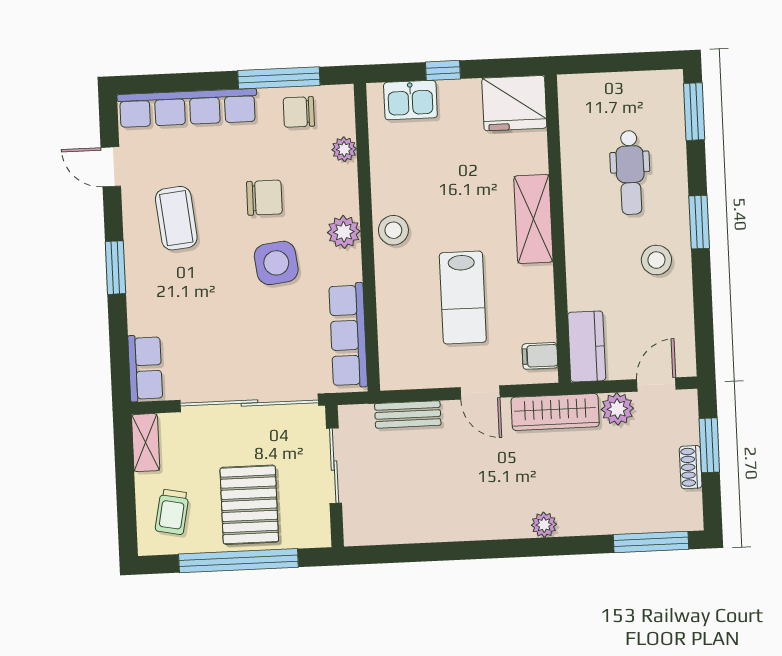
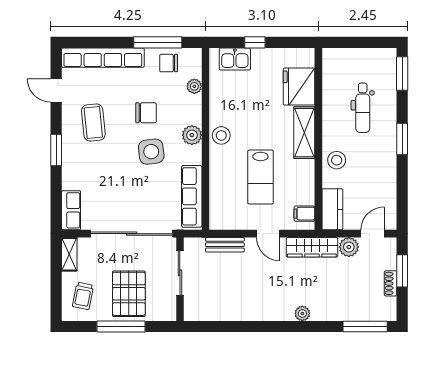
fridge: (514, 103) -> (299, 87), moved, turned 90
stool: (656, 260) -> (337, 160), moved
window: (238, 561) -> (121, 327), width x0.68

